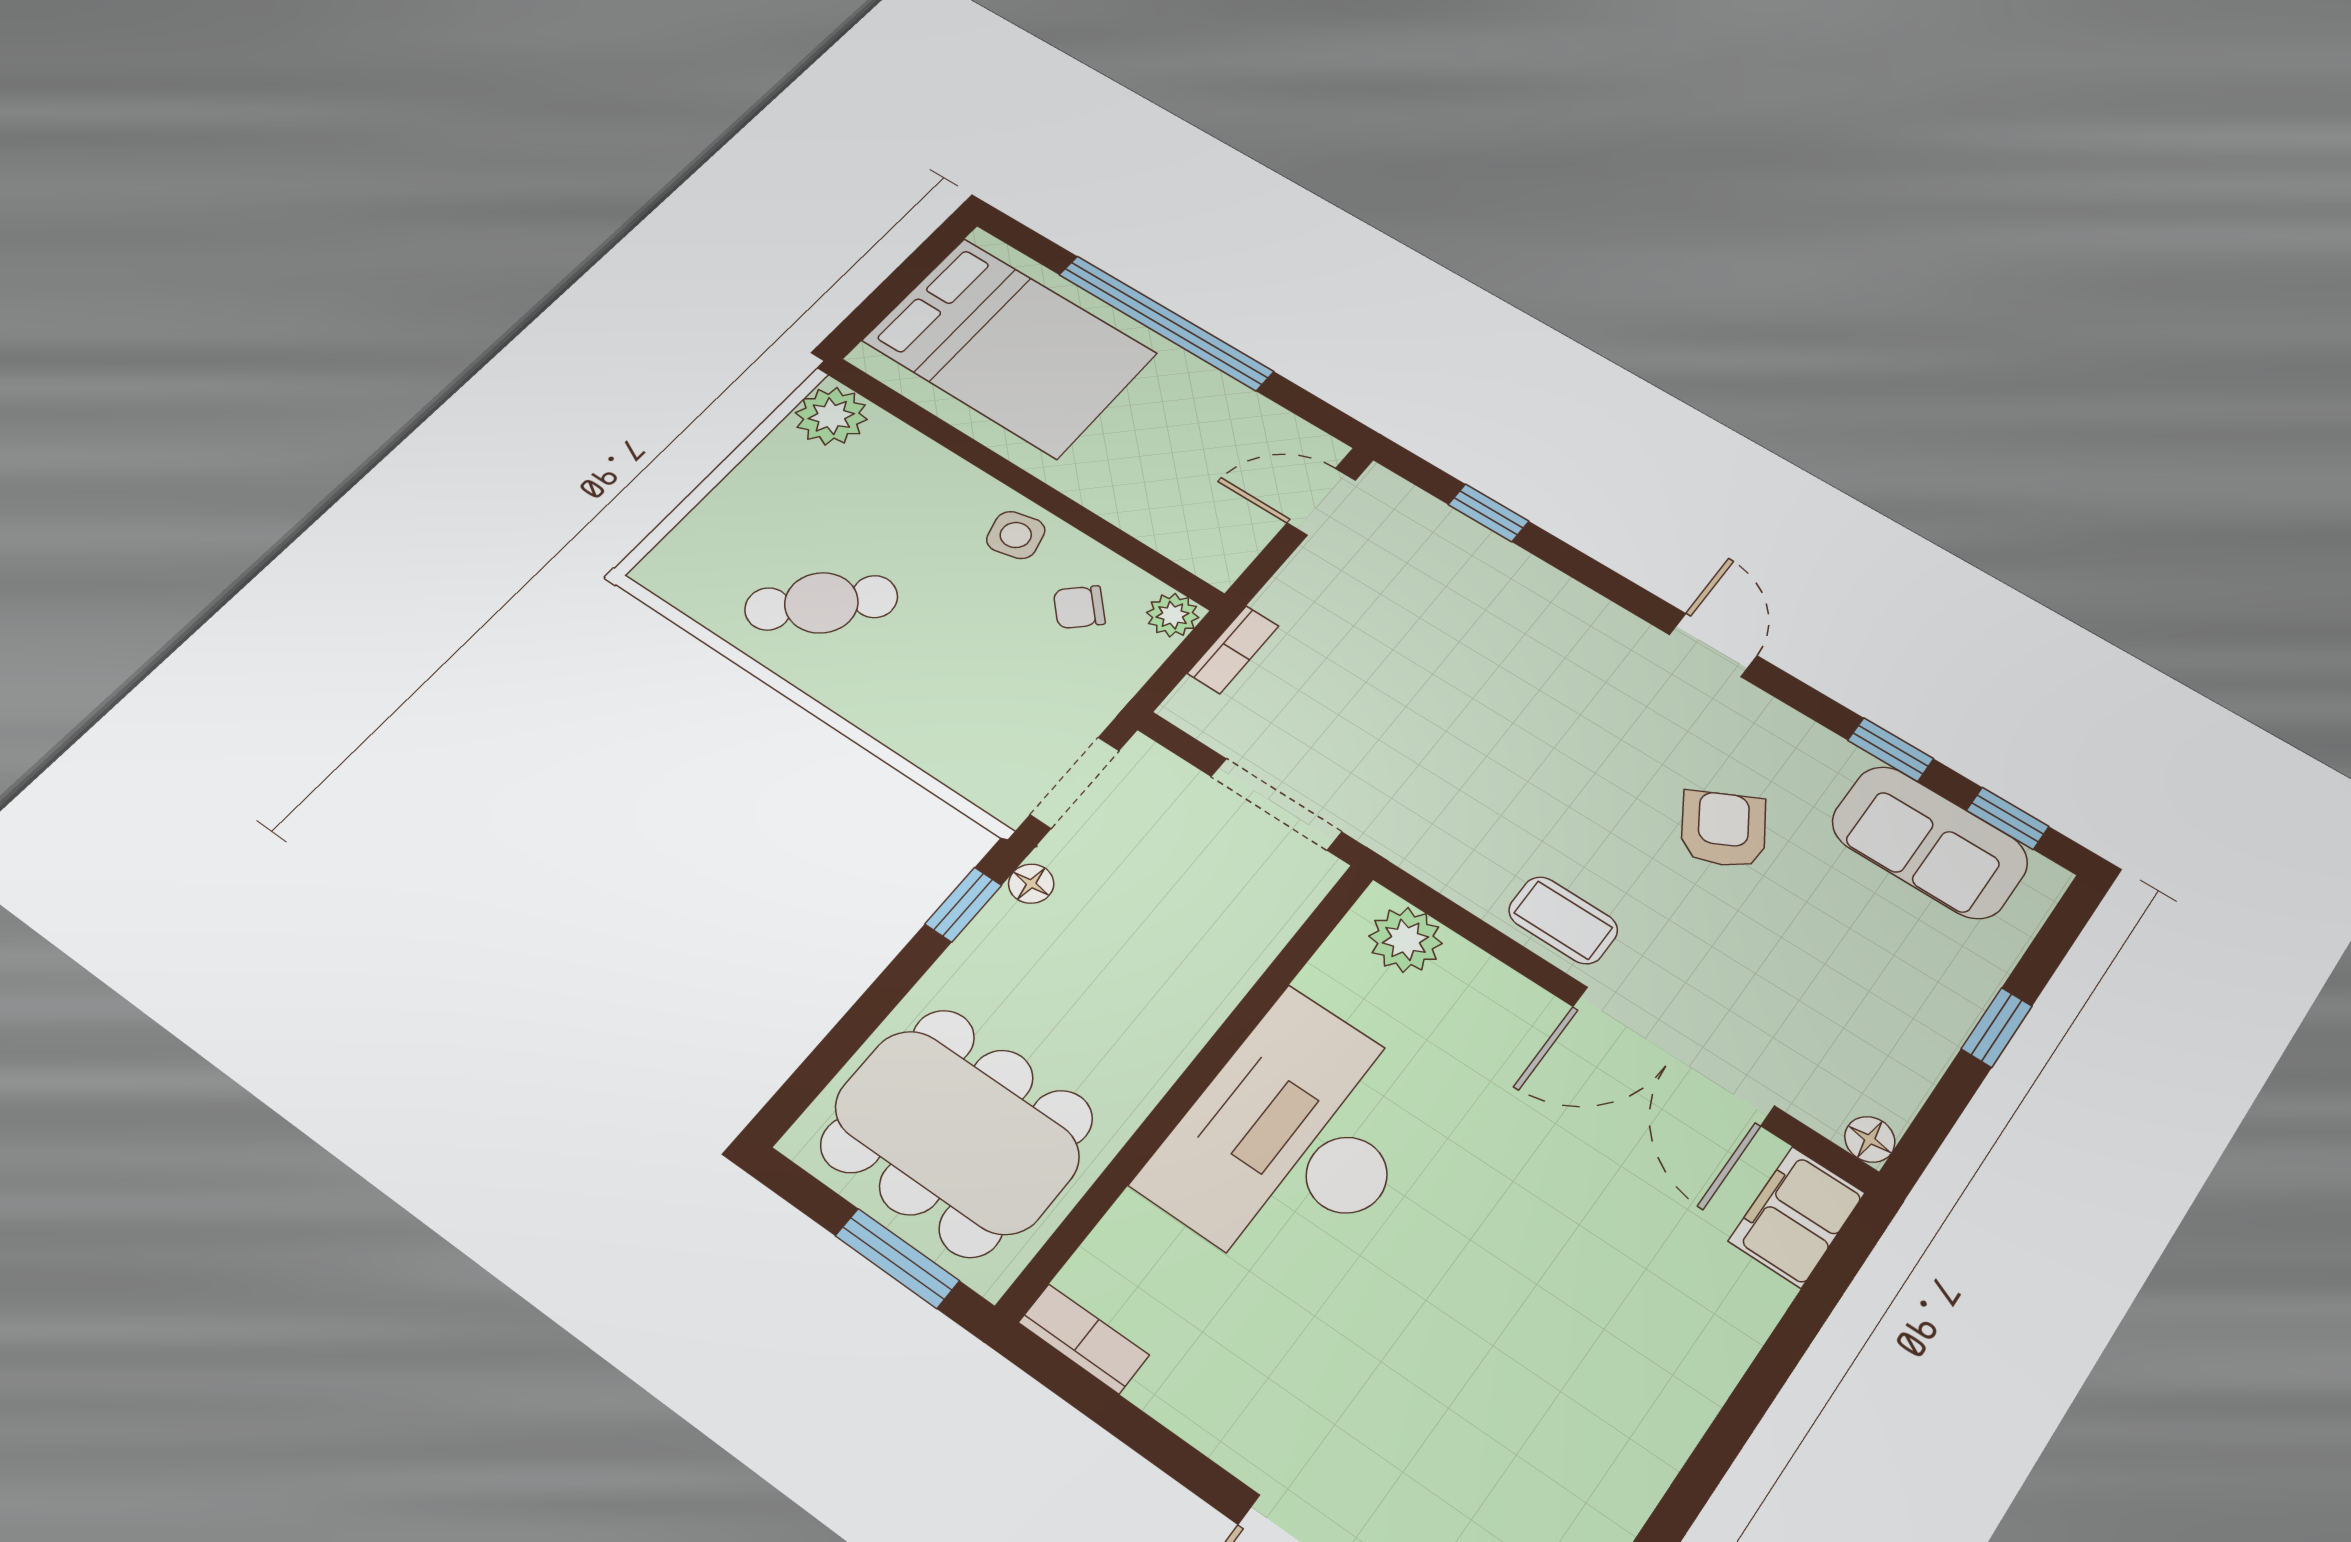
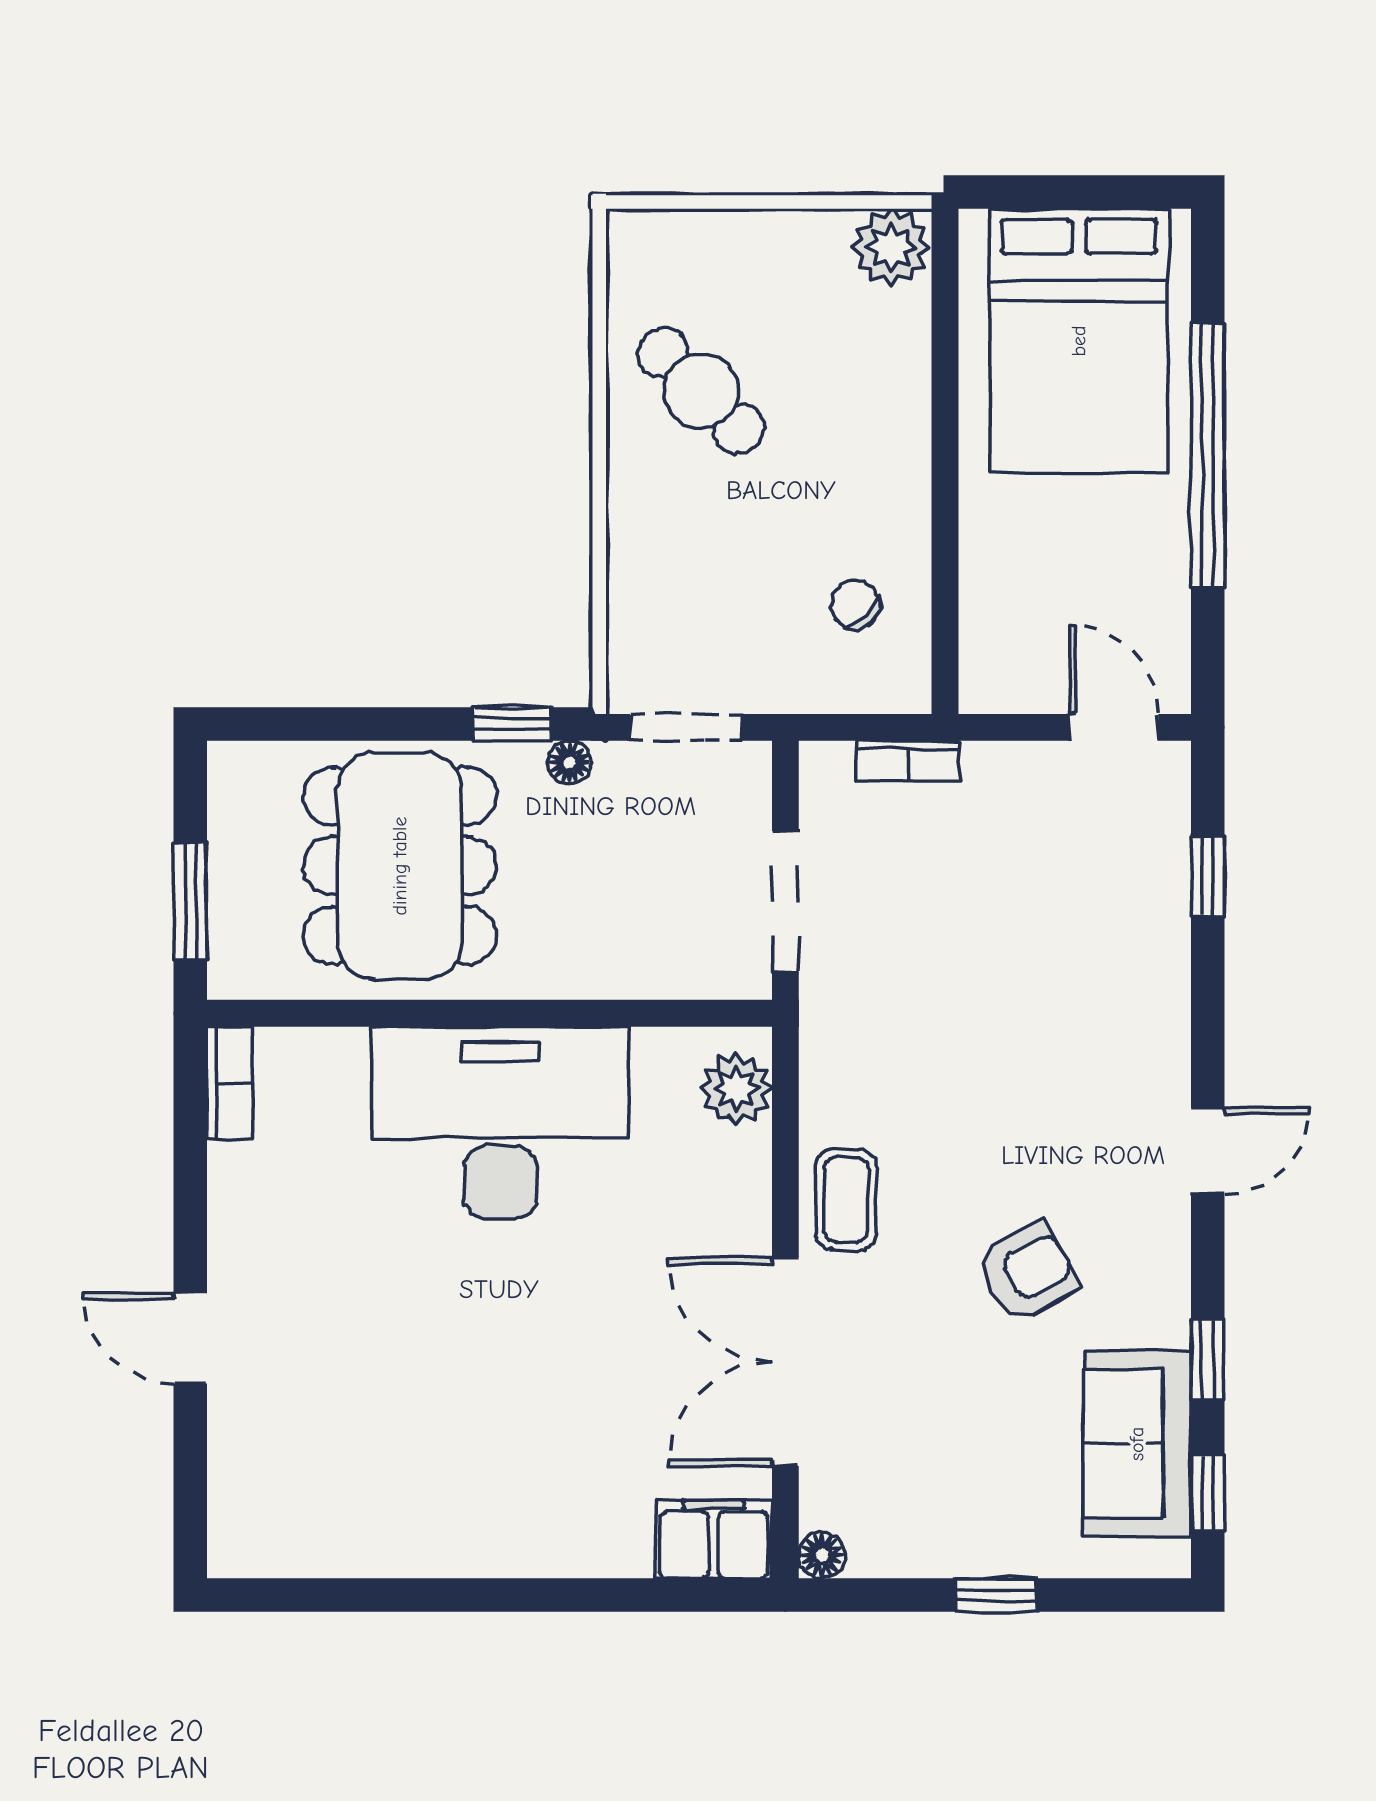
side table: (1016, 535) -> (887, 498), removed
plant: (1173, 615) -> (905, 687), removed
dining table: (957, 1131) -> (400, 866), moved

